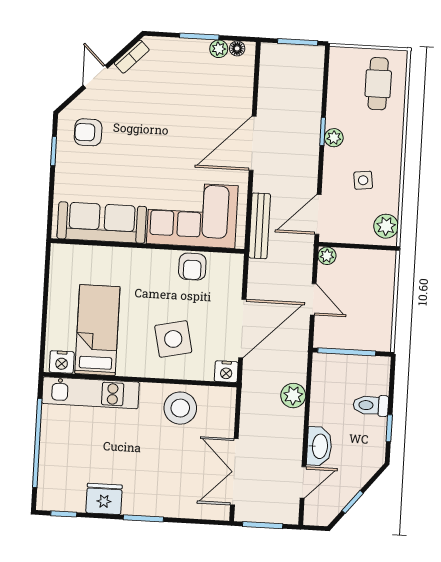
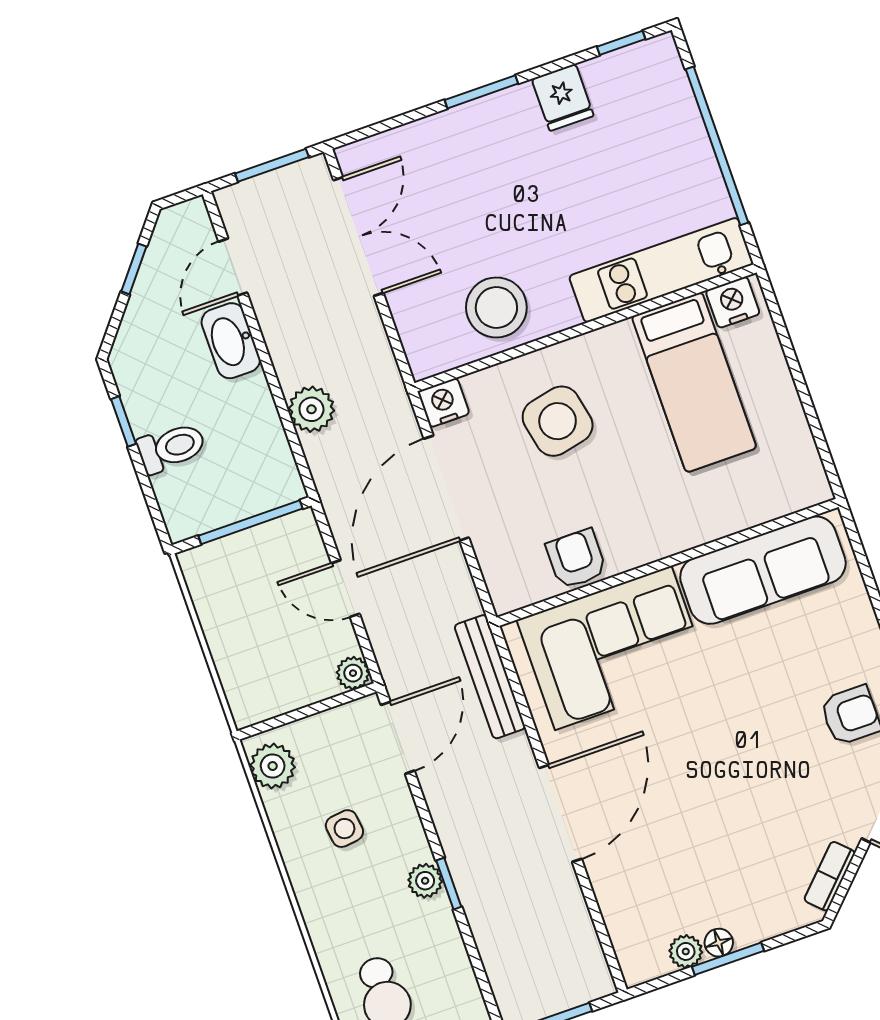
floor lamp: (237, 48) -> (719, 943), moved
fridge: (104, 499) -> (563, 97), width x0.72

